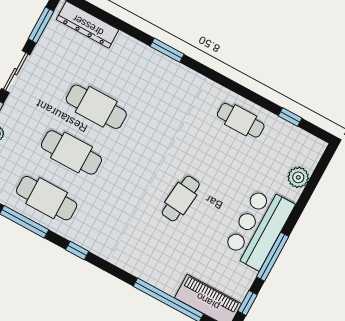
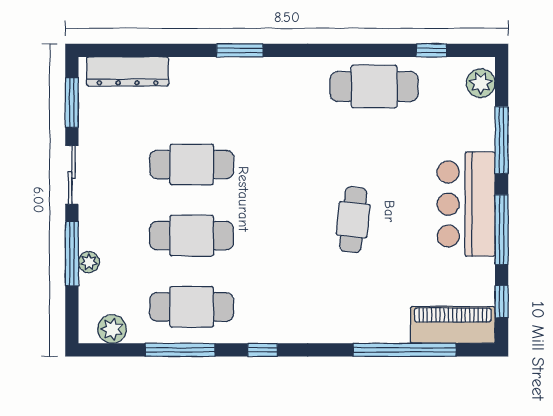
cafe table: (241, 120) -> (374, 87), width x1.37, depth x1.35
plant: (298, 177) -> (481, 83), moved
window: (304, 199) -> (502, 140), added

